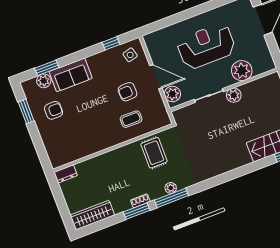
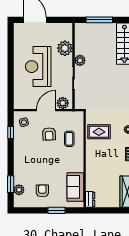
sofa: (71, 75) -> (75, 187), moved, turned 180
window: (26, 111) -> (56, 210), moved

